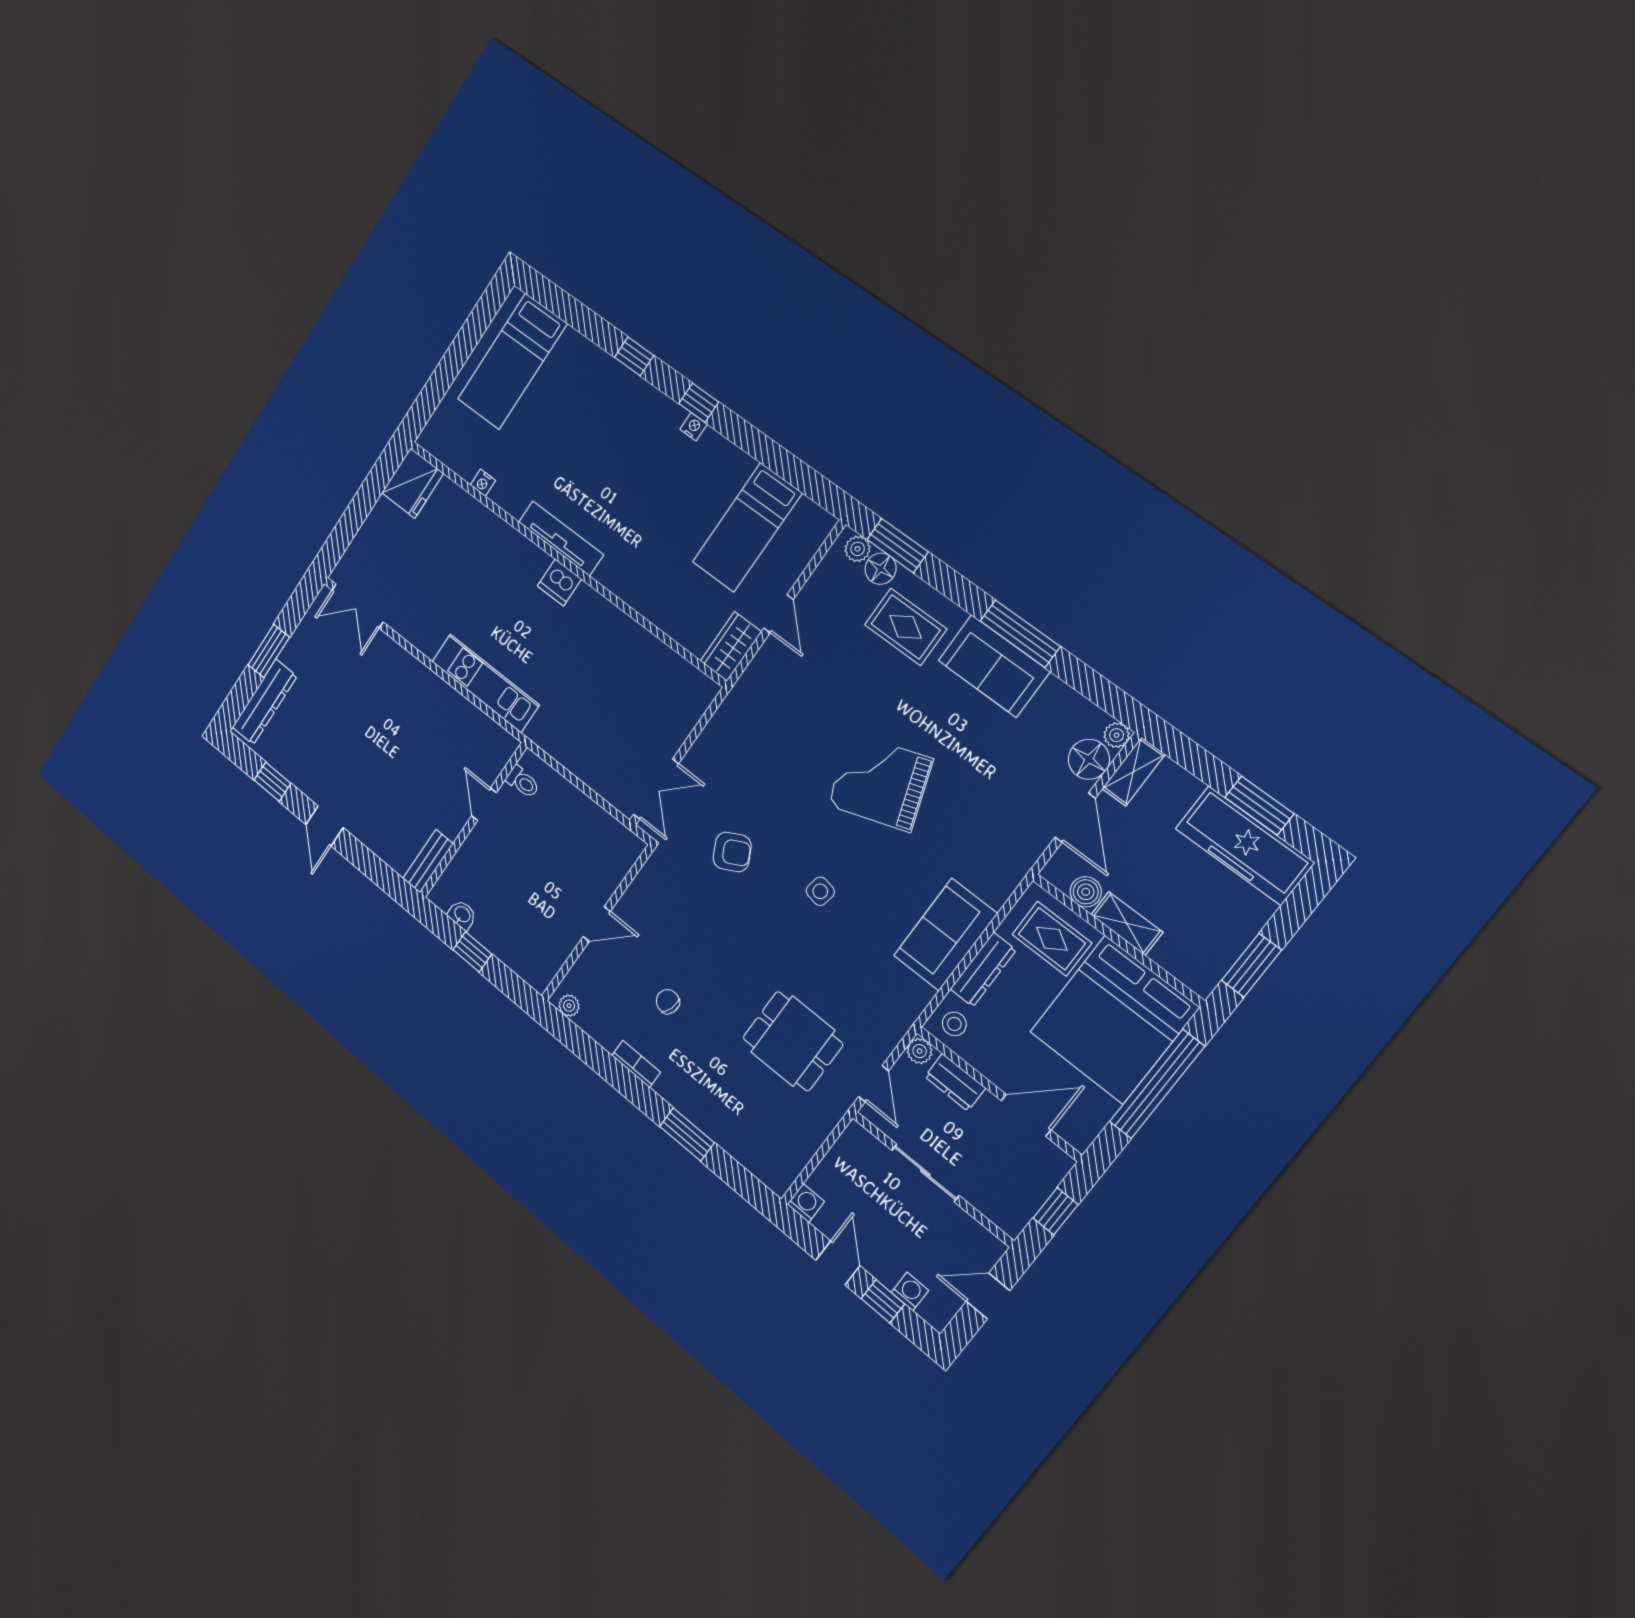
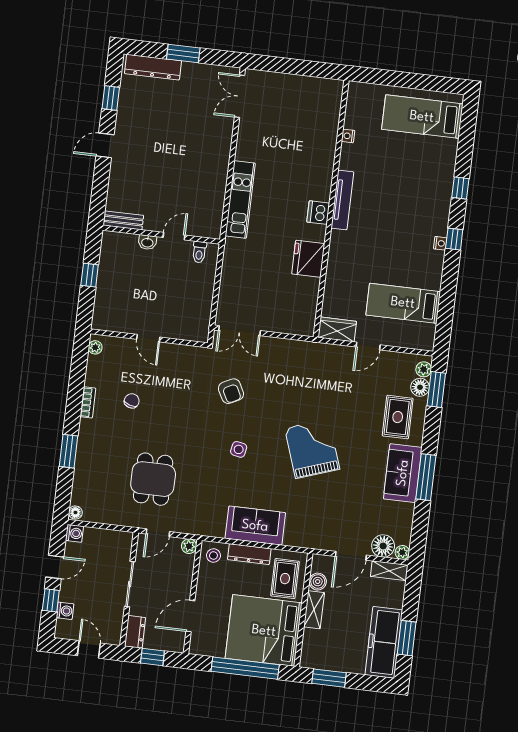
fridge: (412, 483) -> (308, 259), moved, turned 90
washbasin: (462, 915) -> (147, 242), moved, turned 90
dresser: (955, 1082) -> (135, 632), moved, turned 180
door: (1026, 1115) -> (190, 616), swing flipped
floor lamp: (777, 1182) -> (75, 512), added

